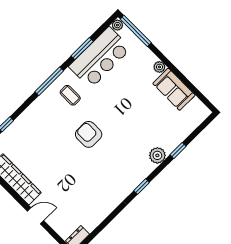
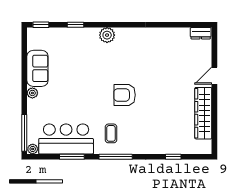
armchair: (89, 134) -> (125, 95), turned 90
plant: (157, 155) -> (107, 35), moved
window: (142, 187) -> (41, 25), moved
door: (36, 216) -> (214, 76), hinge flipped

